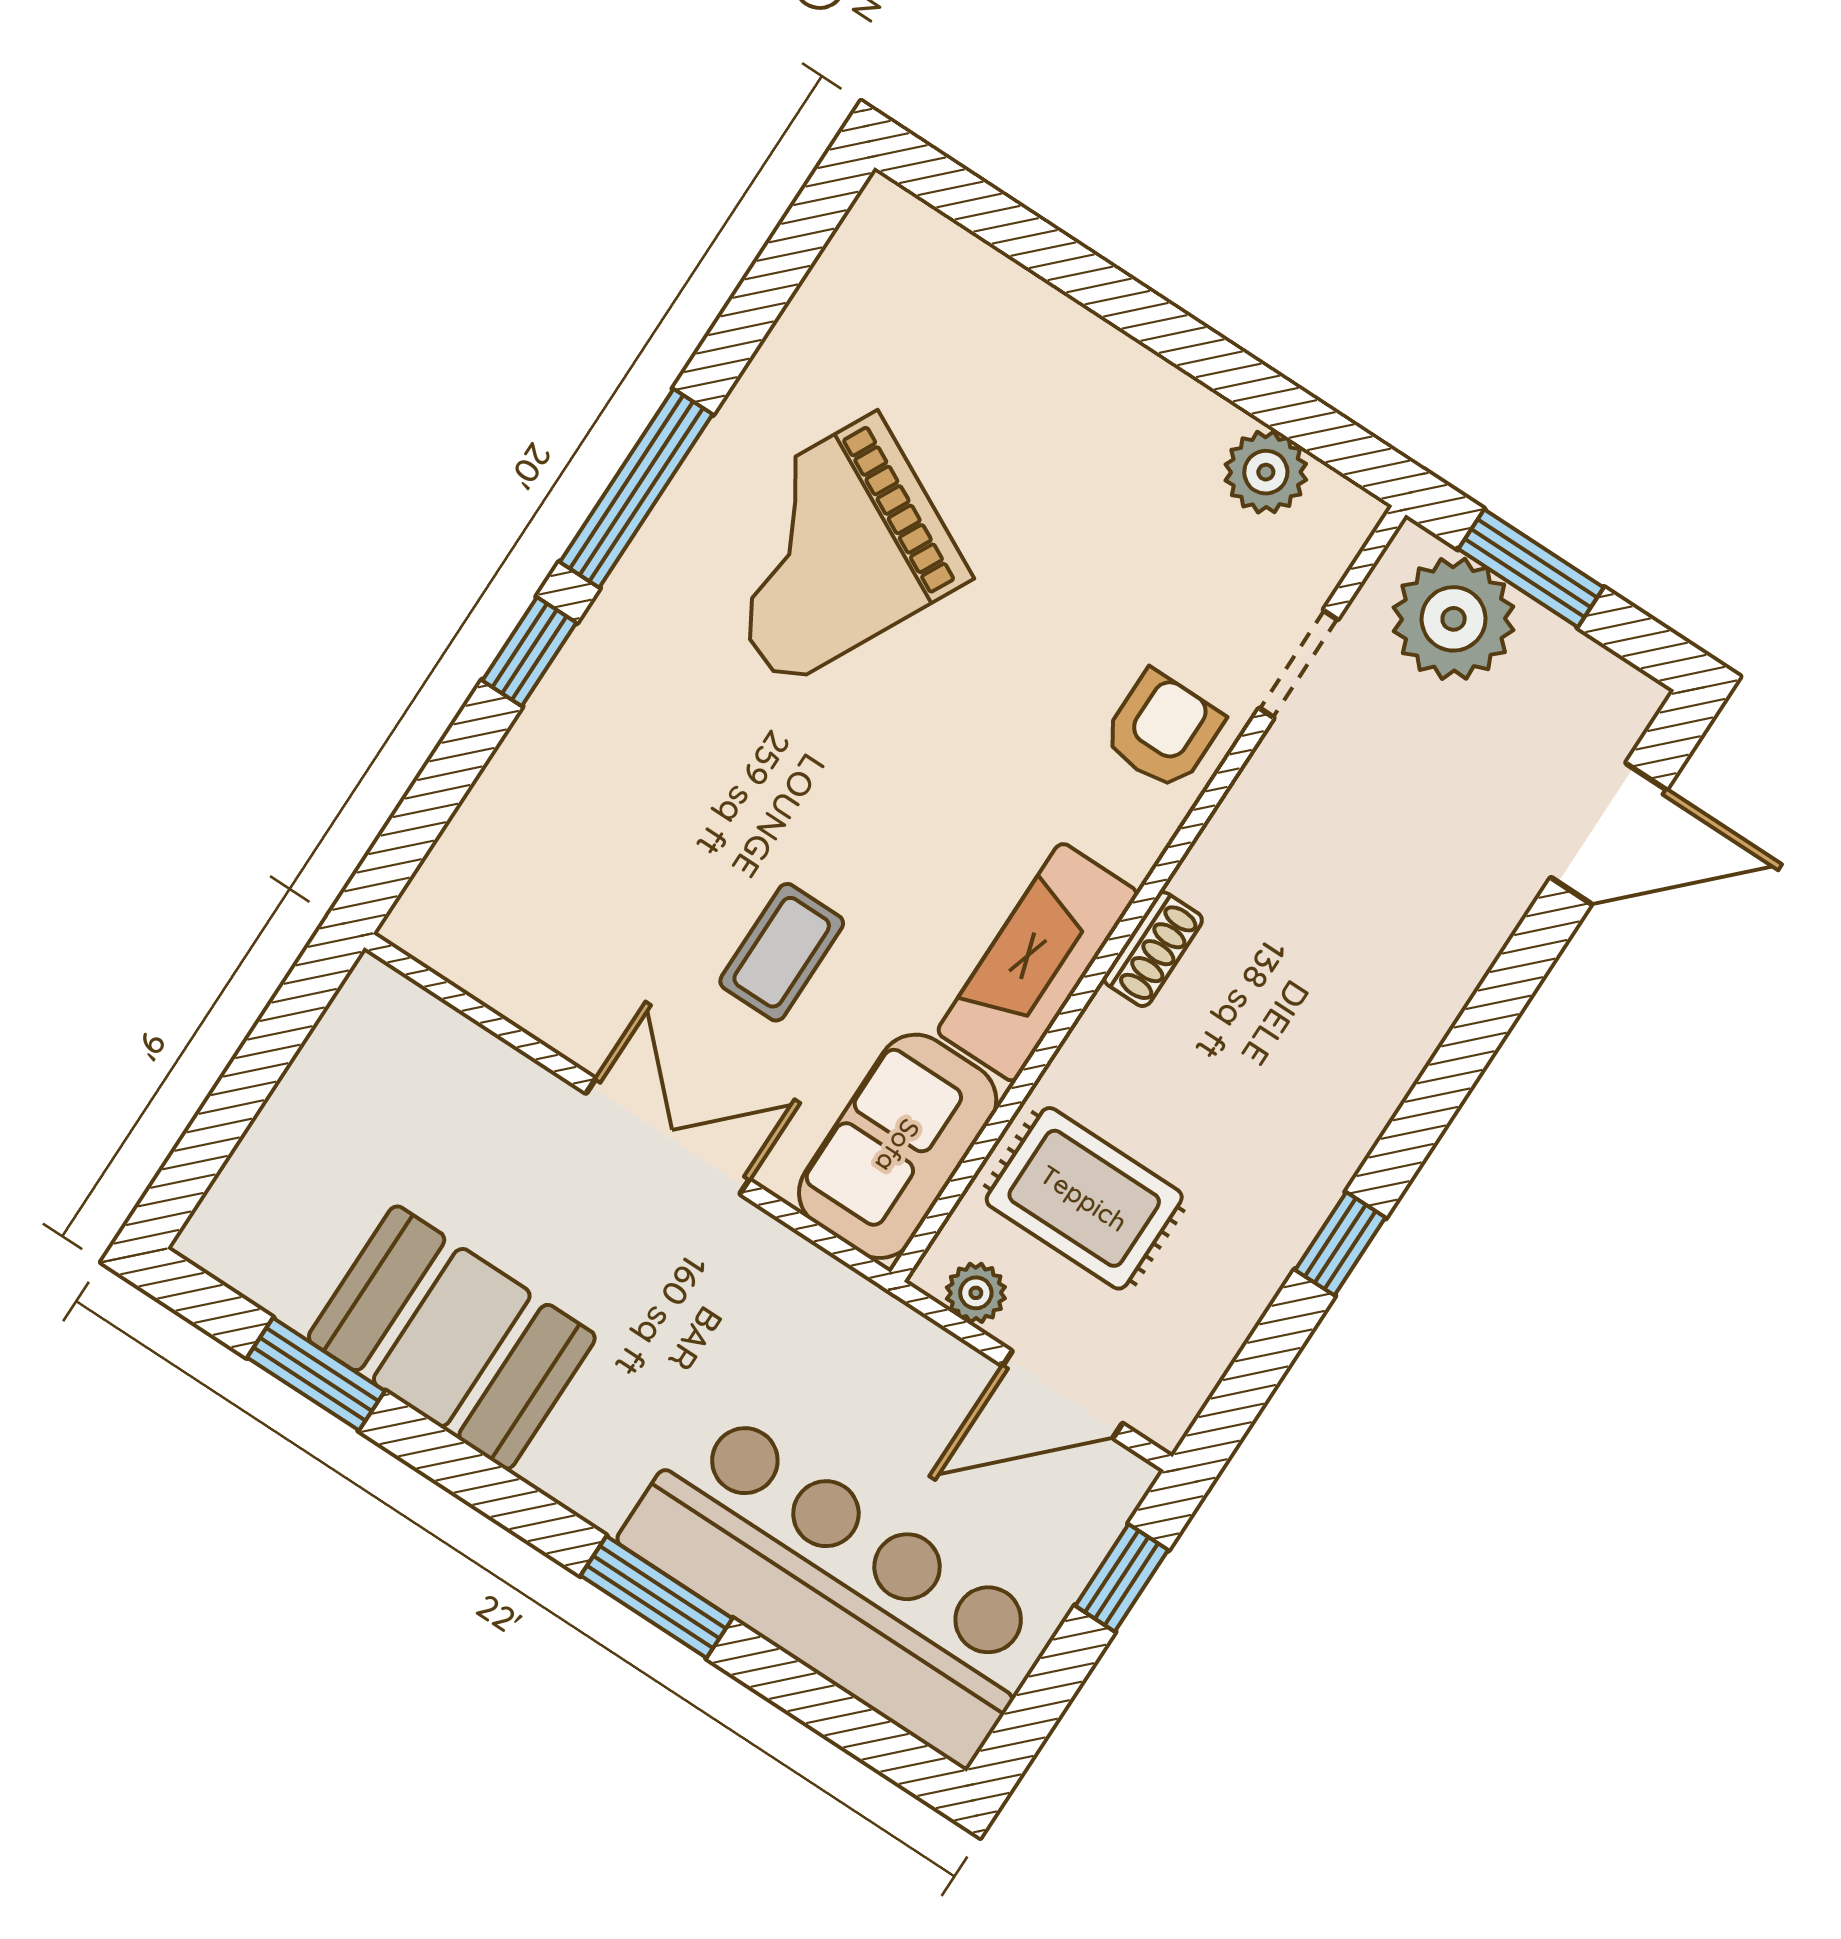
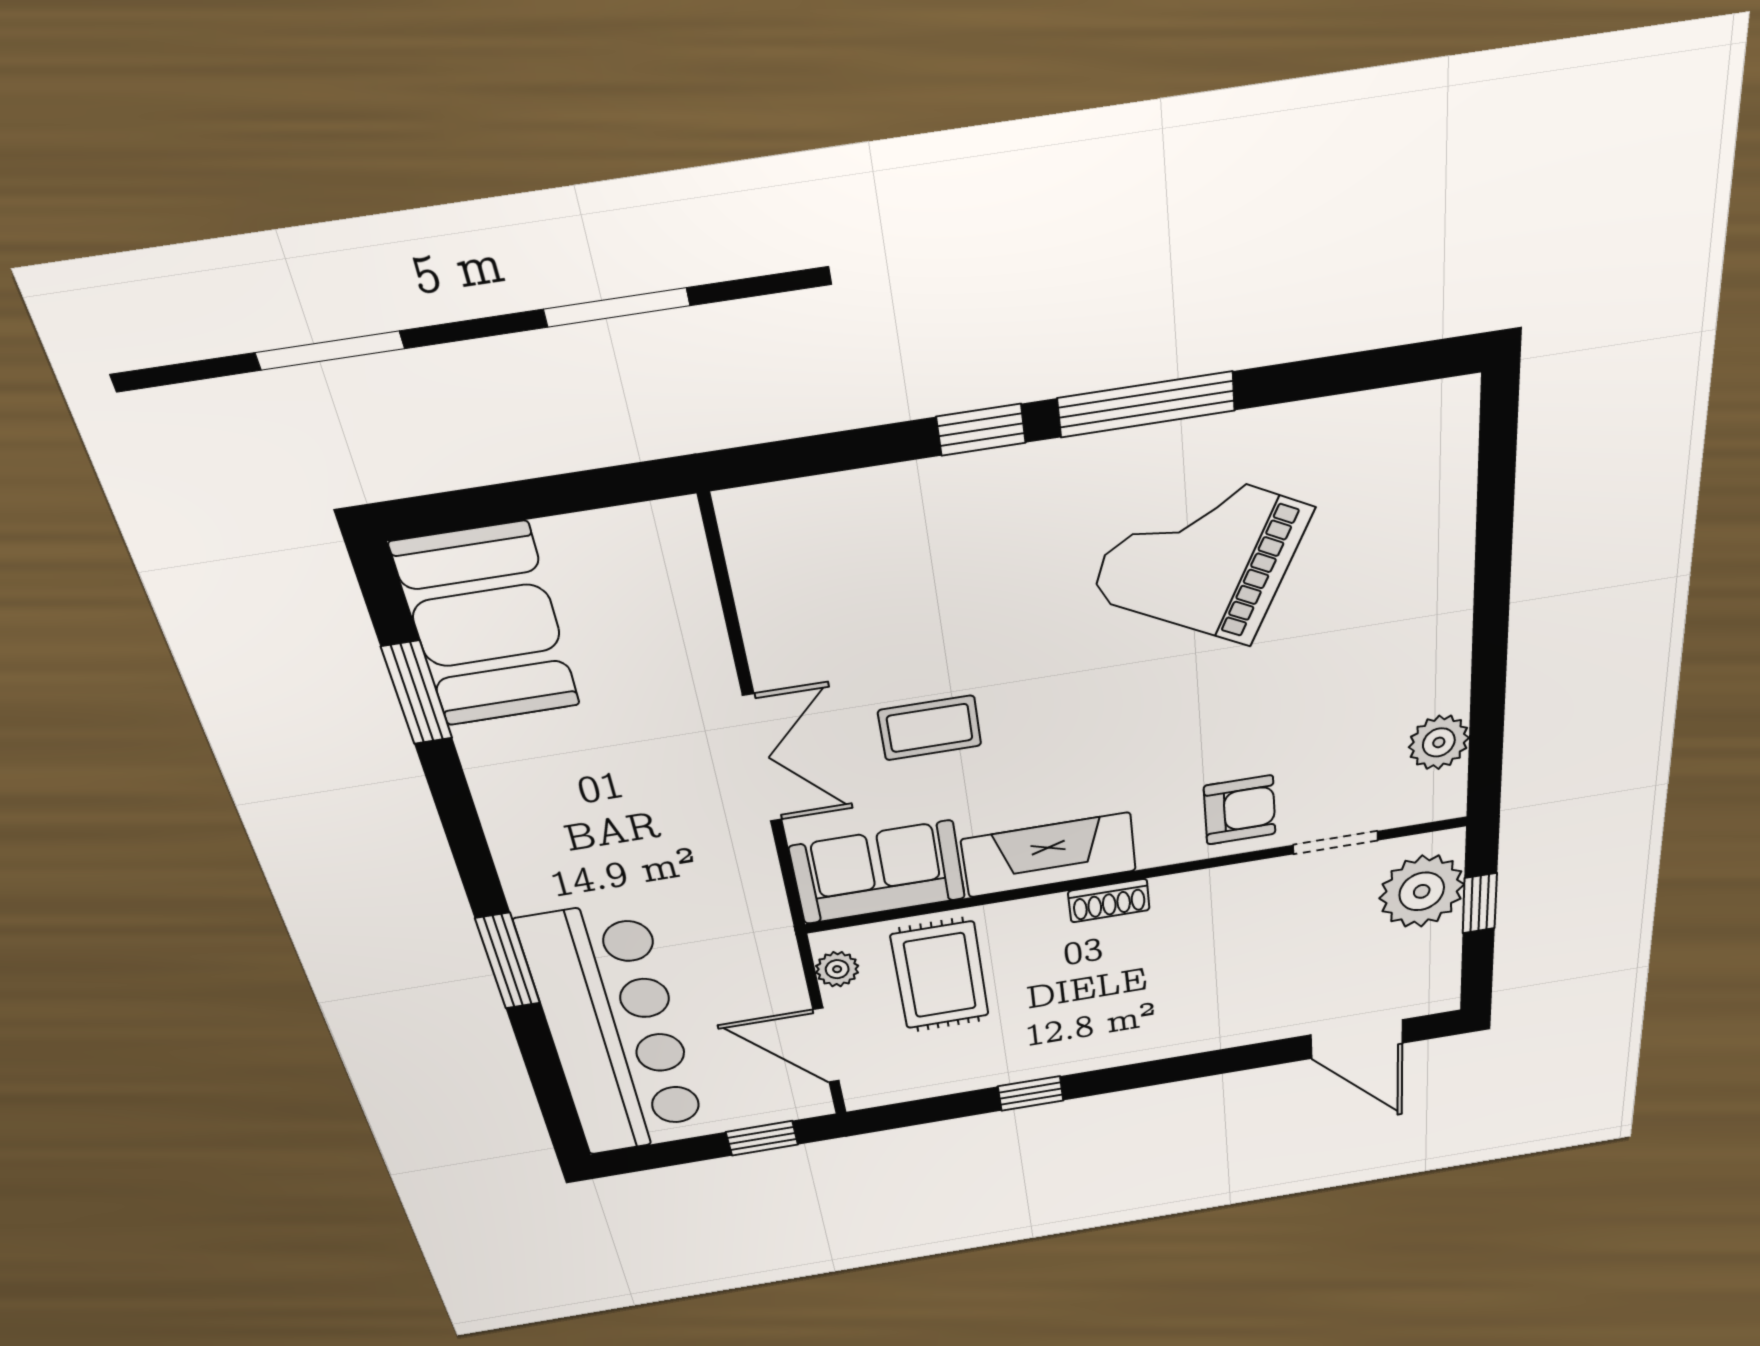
window: (1531, 568) -> (1480, 903), width x0.67
booth: (452, 1338) -> (487, 626), moved

